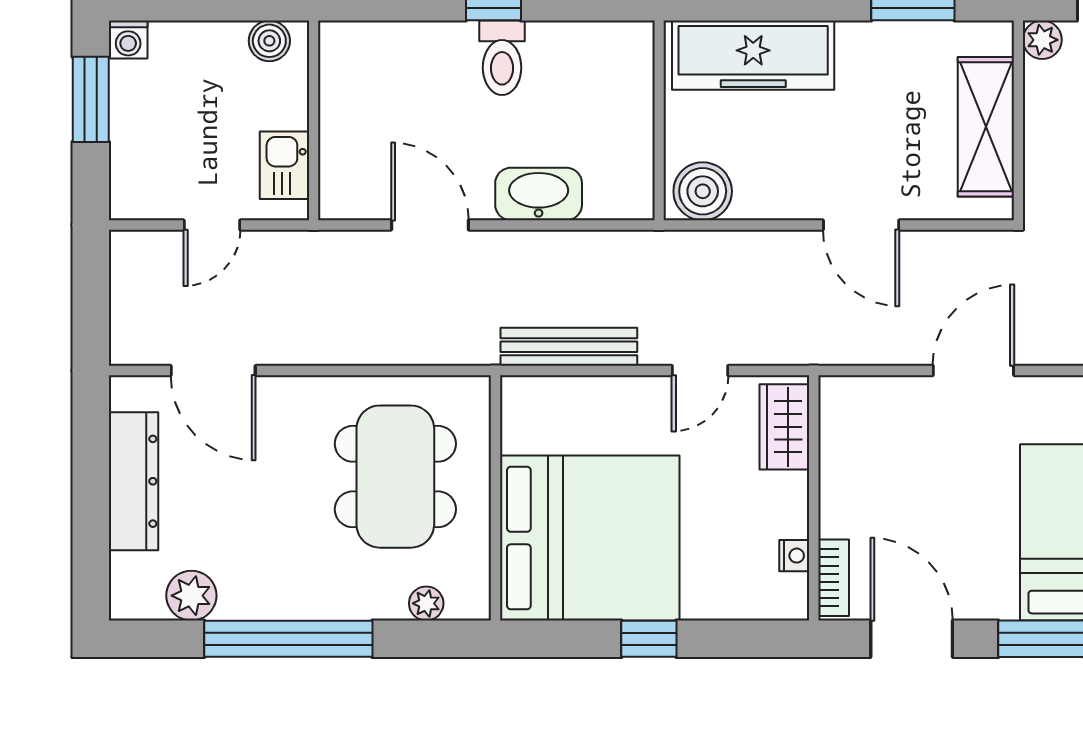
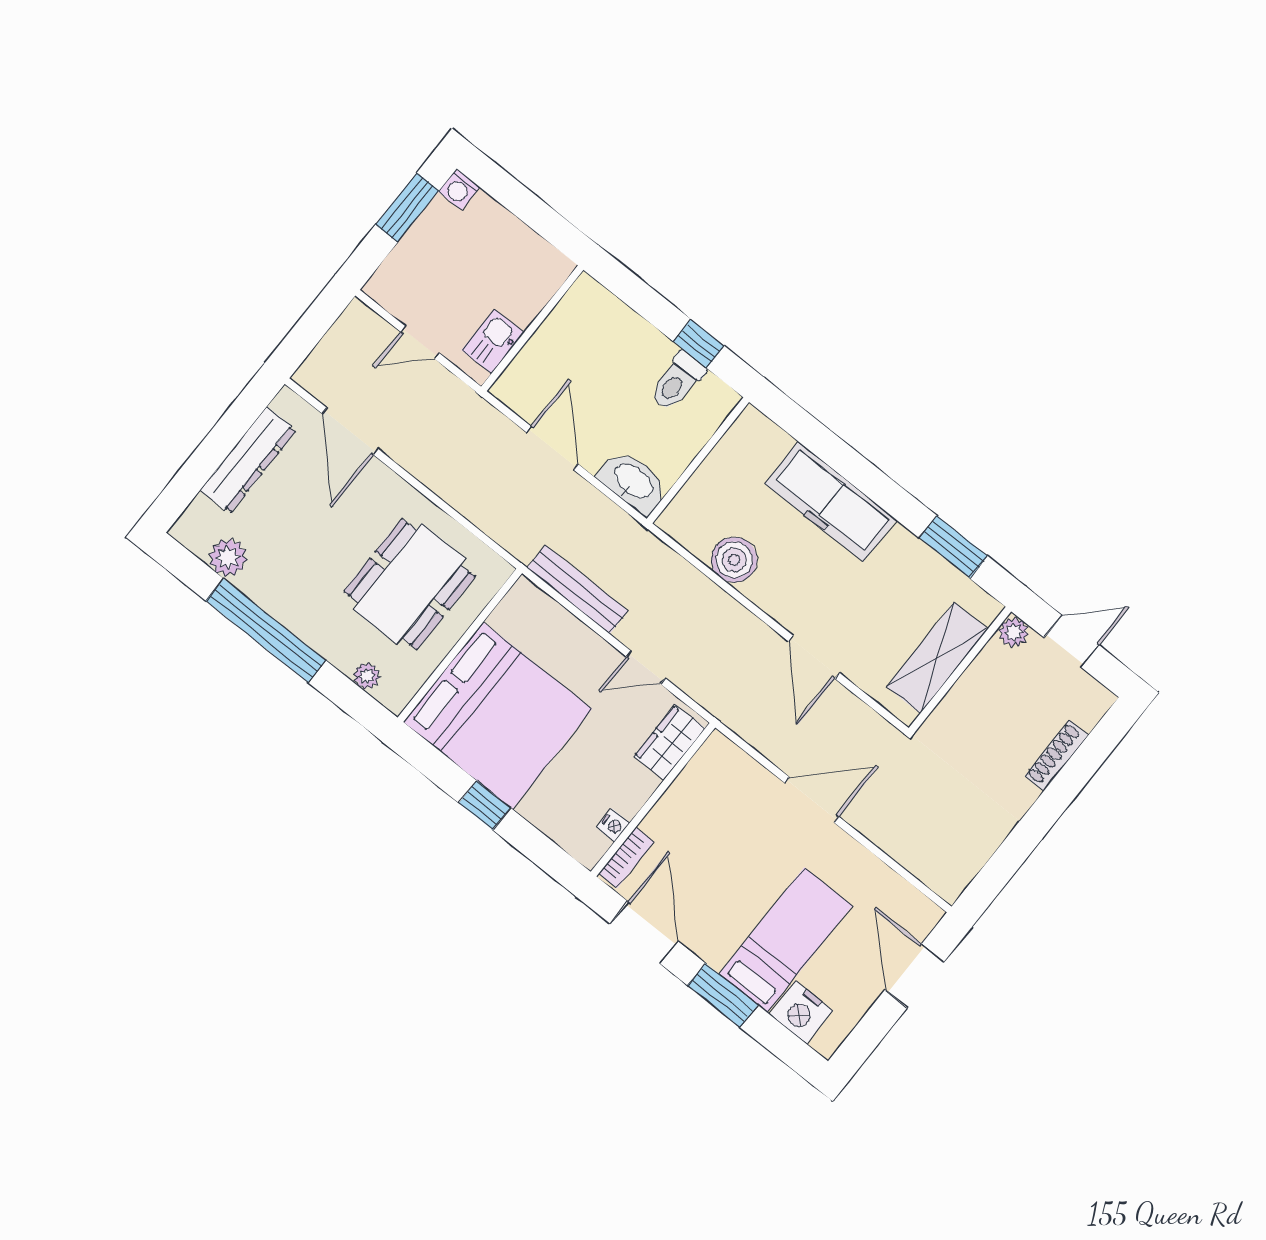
boiler: (269, 41) -> (544, 259), removed
wall: (659, 120) -> (698, 460), moved

